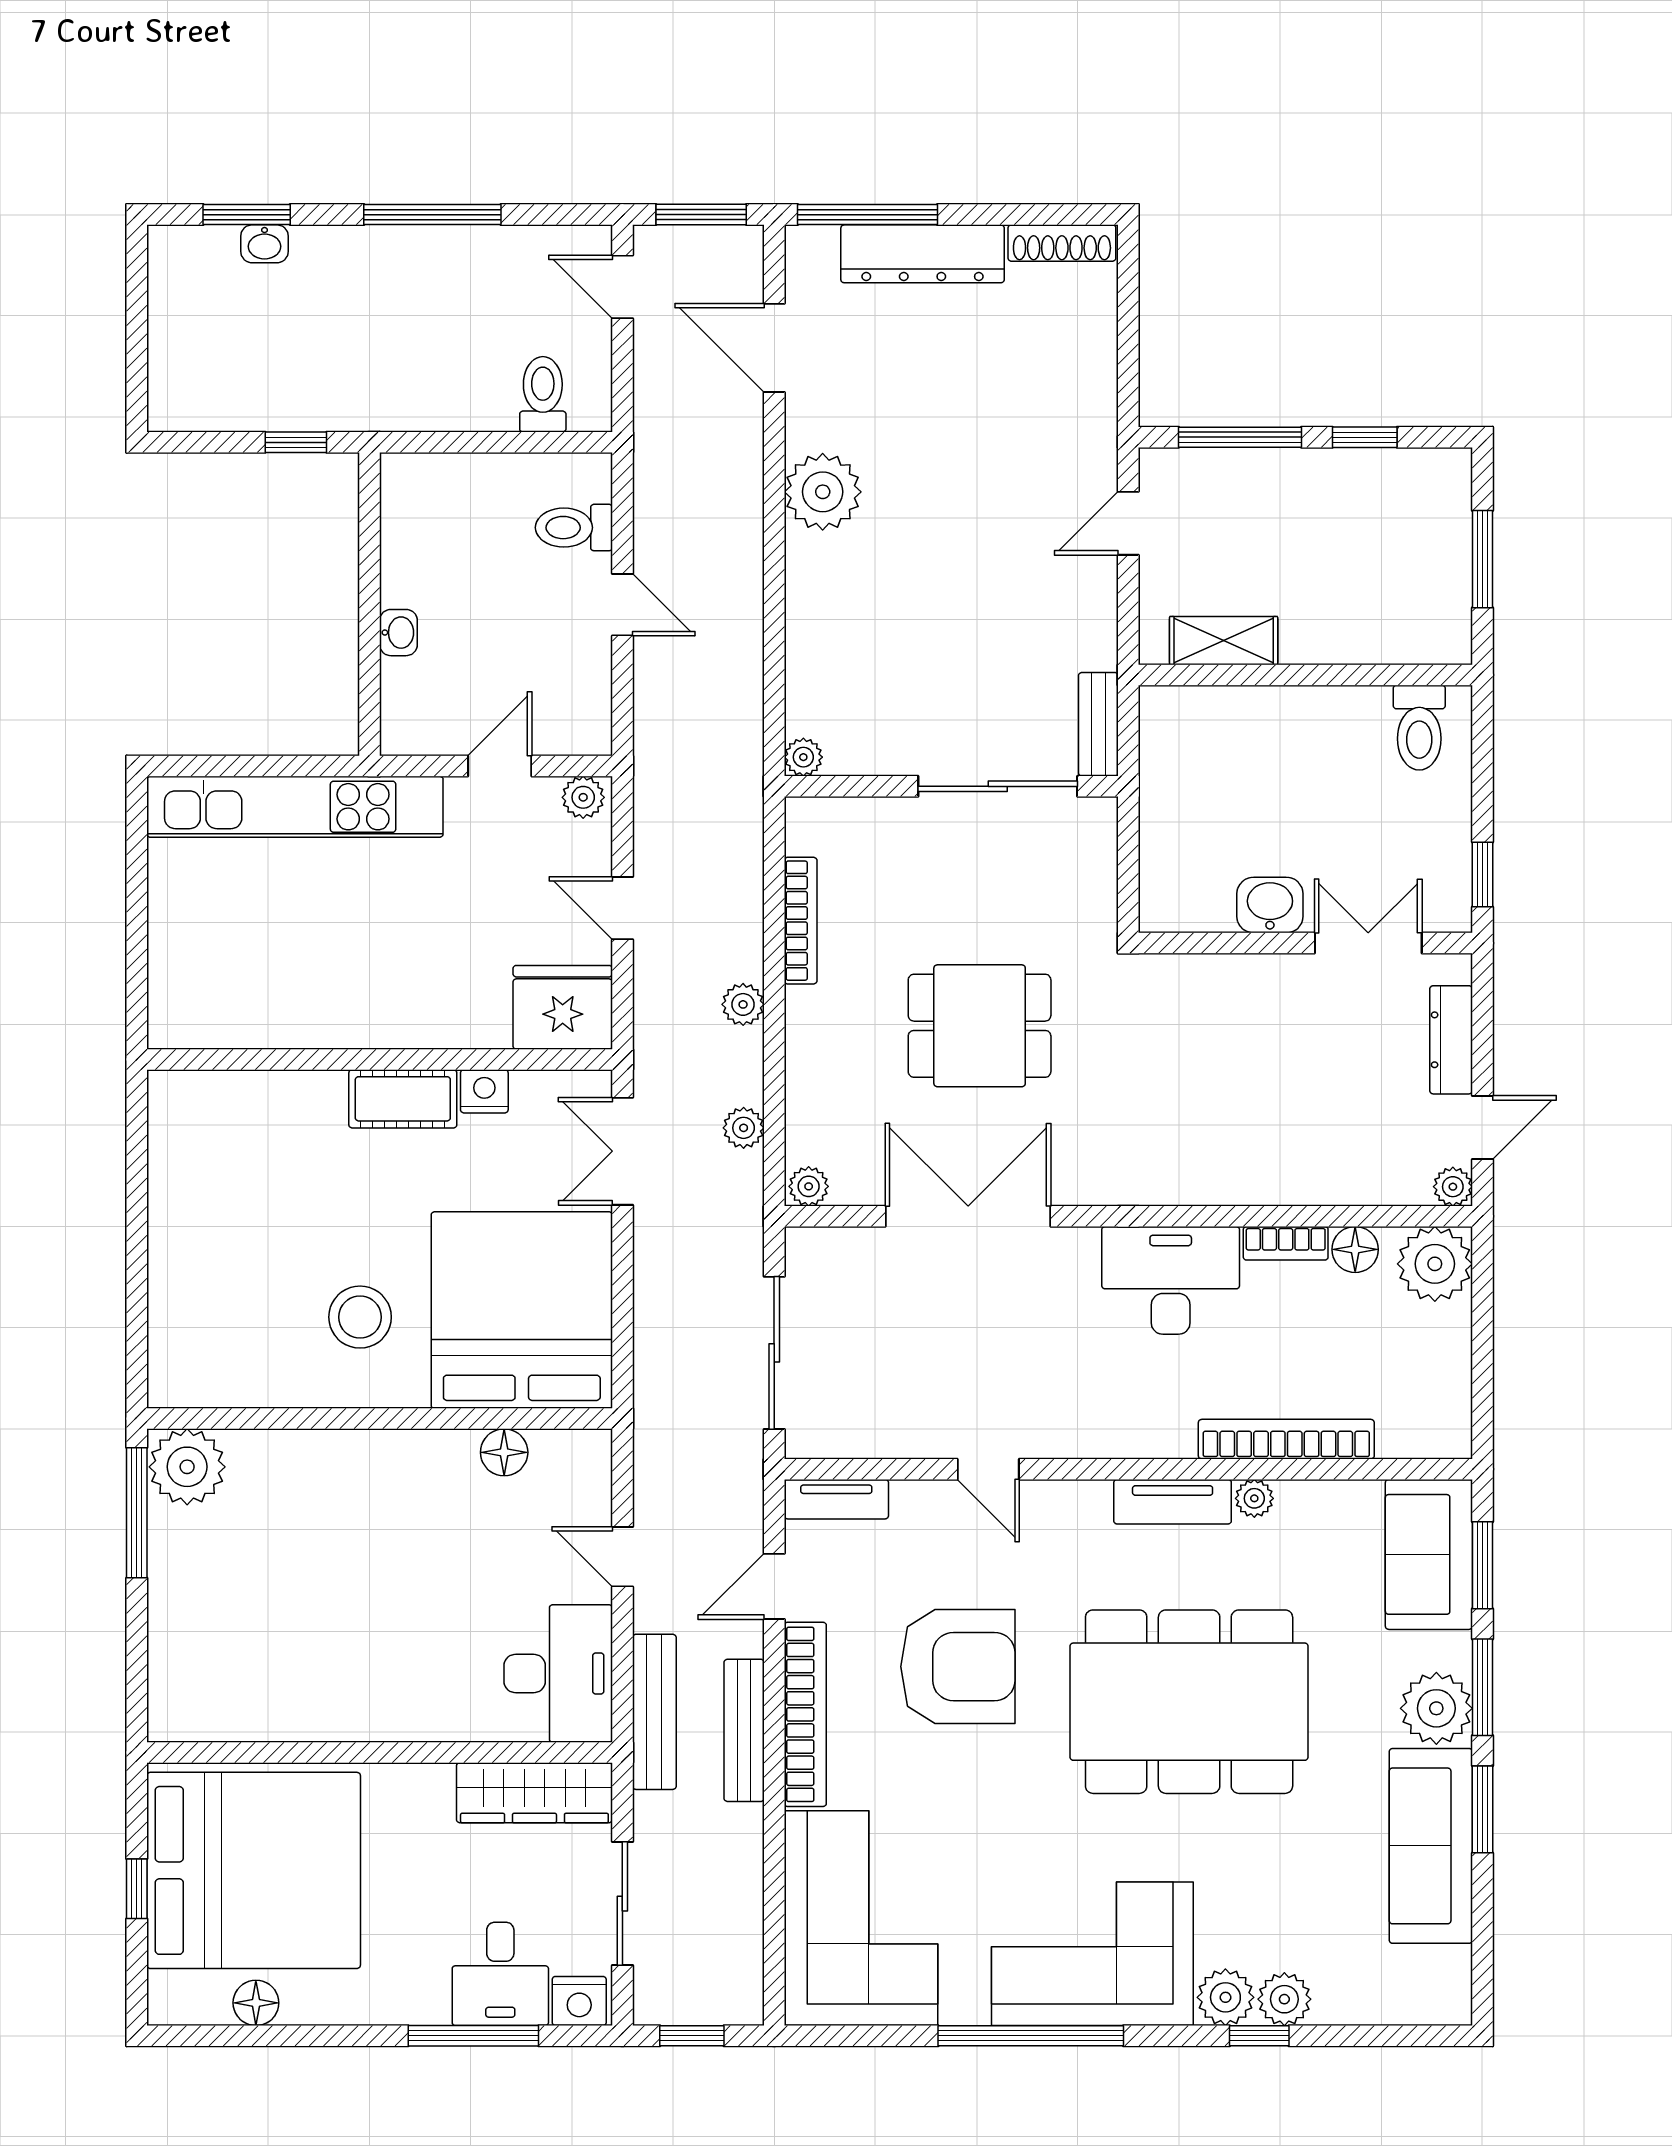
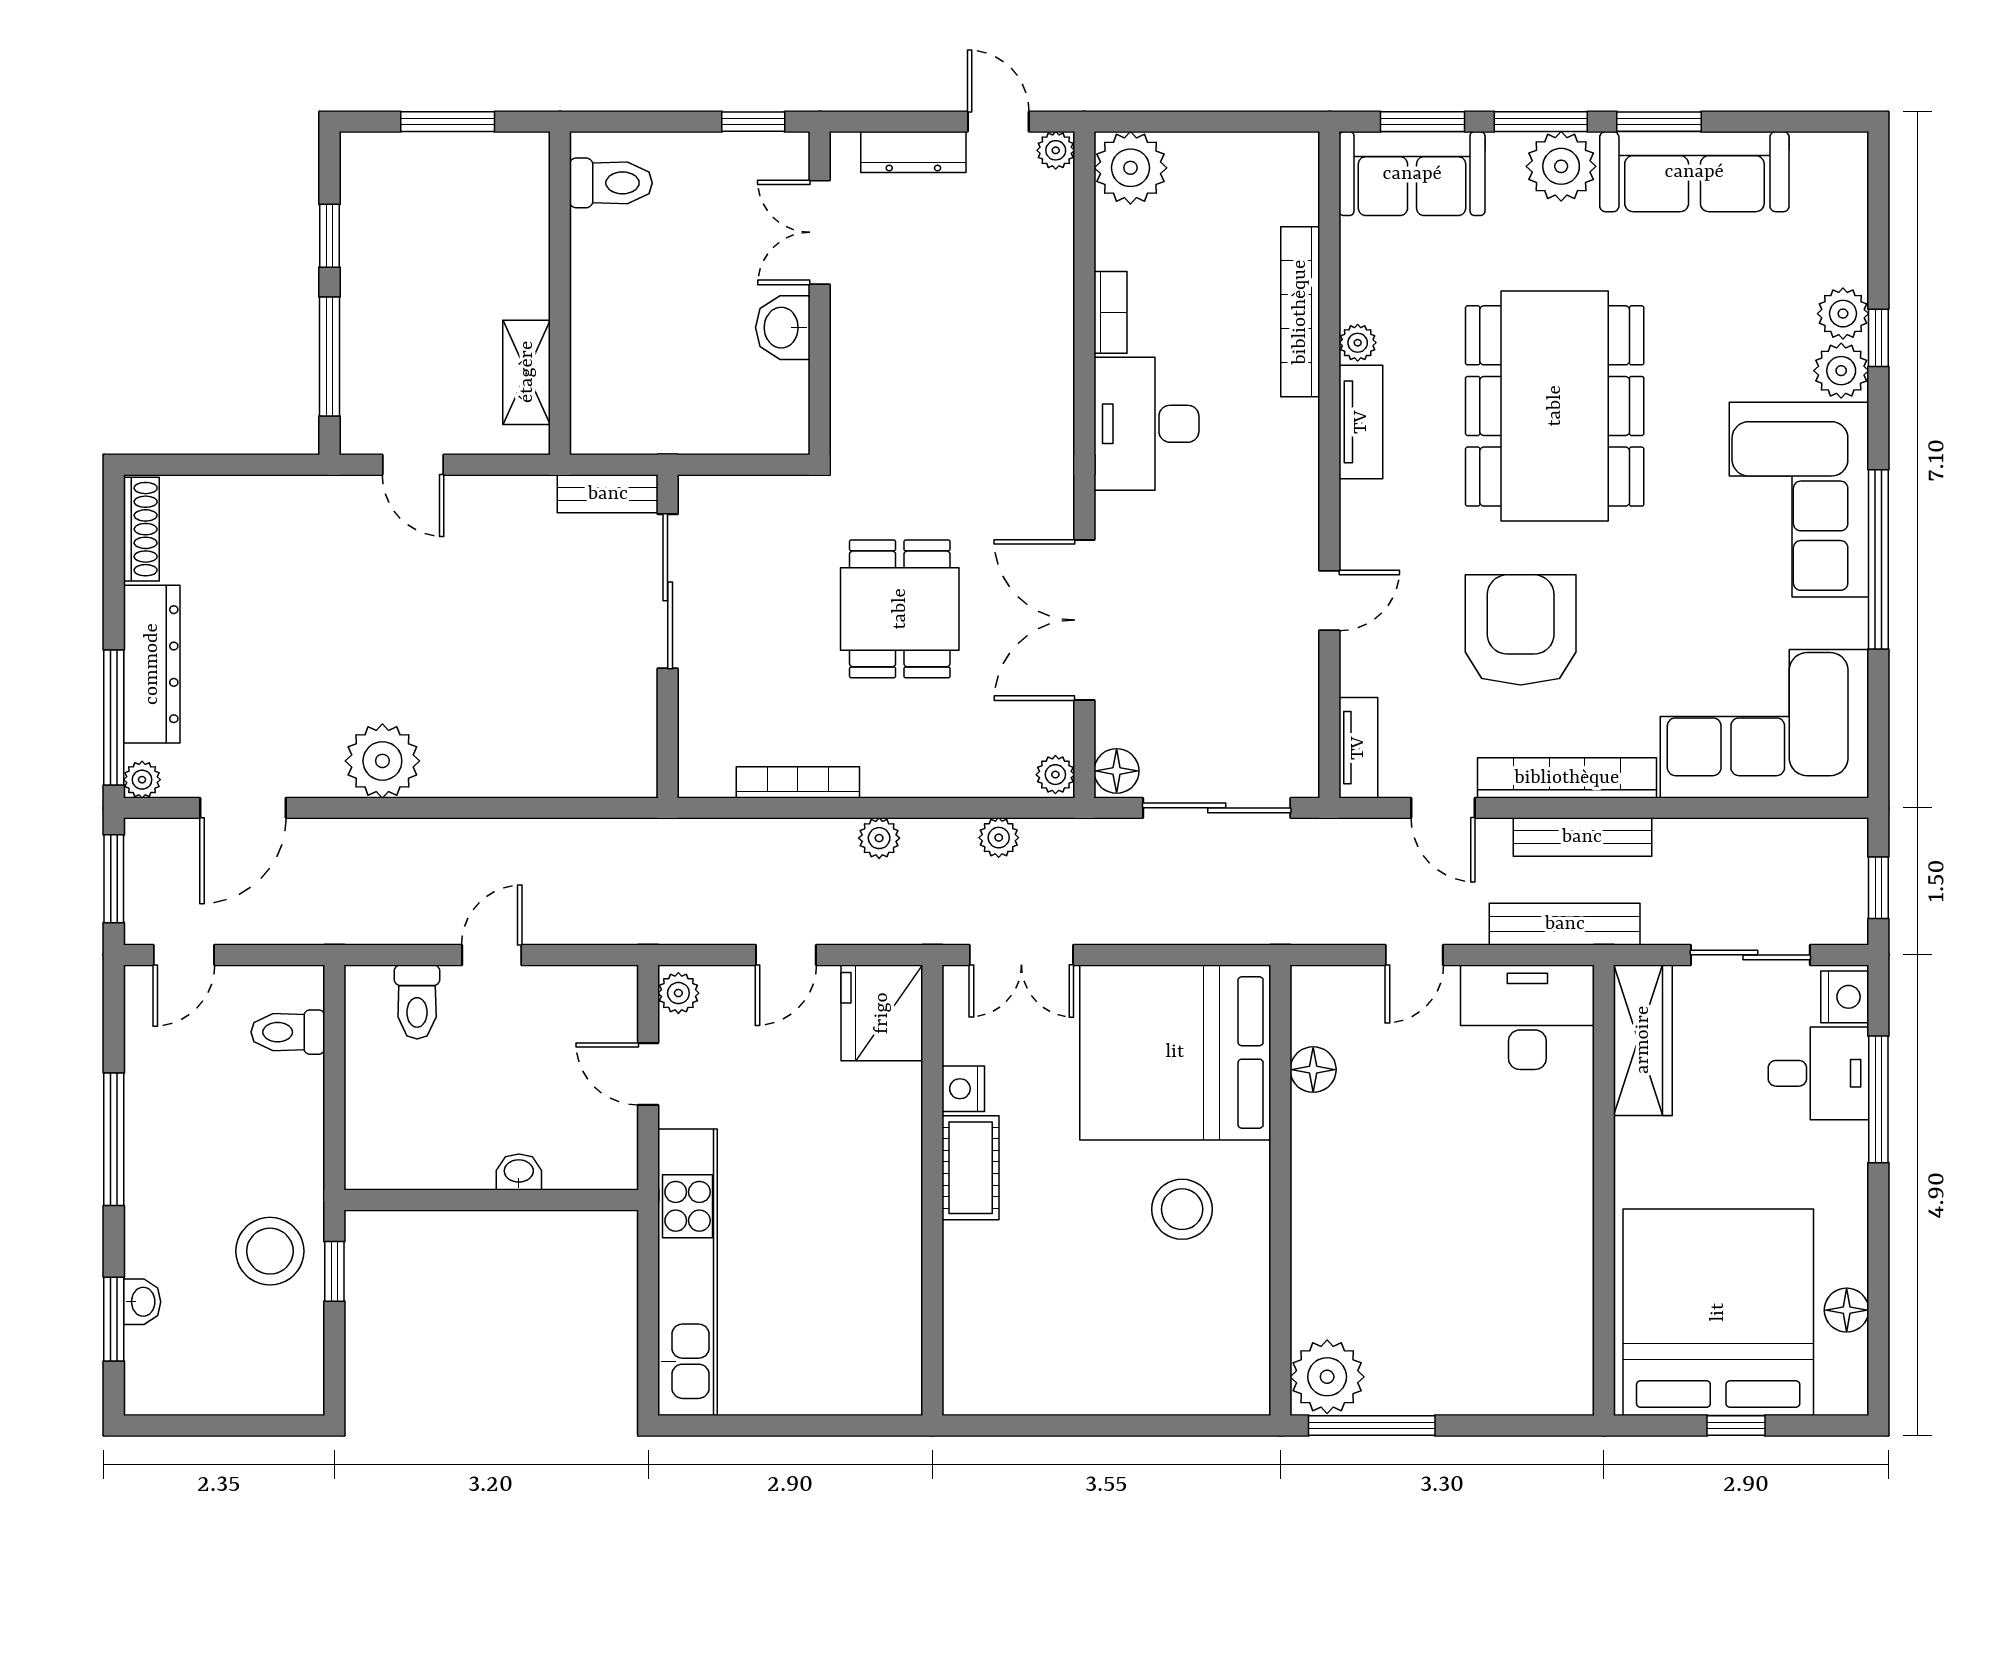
stool: (317, 376) -> (270, 1251), added
plant: (803, 757) -> (142, 780), moved
floor lamp: (1355, 1249) -> (1117, 771), moved

